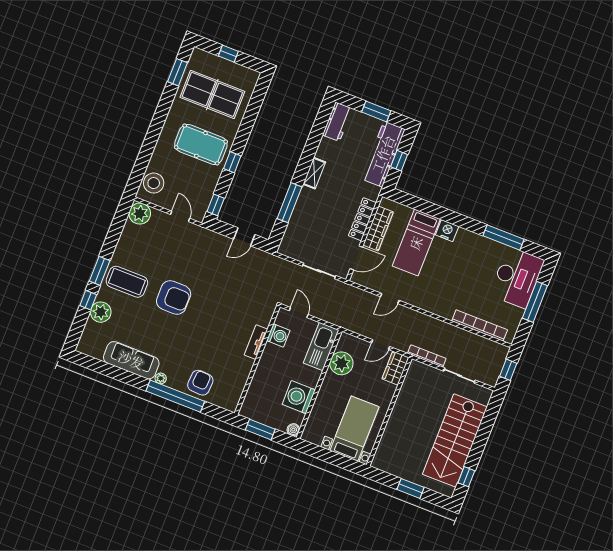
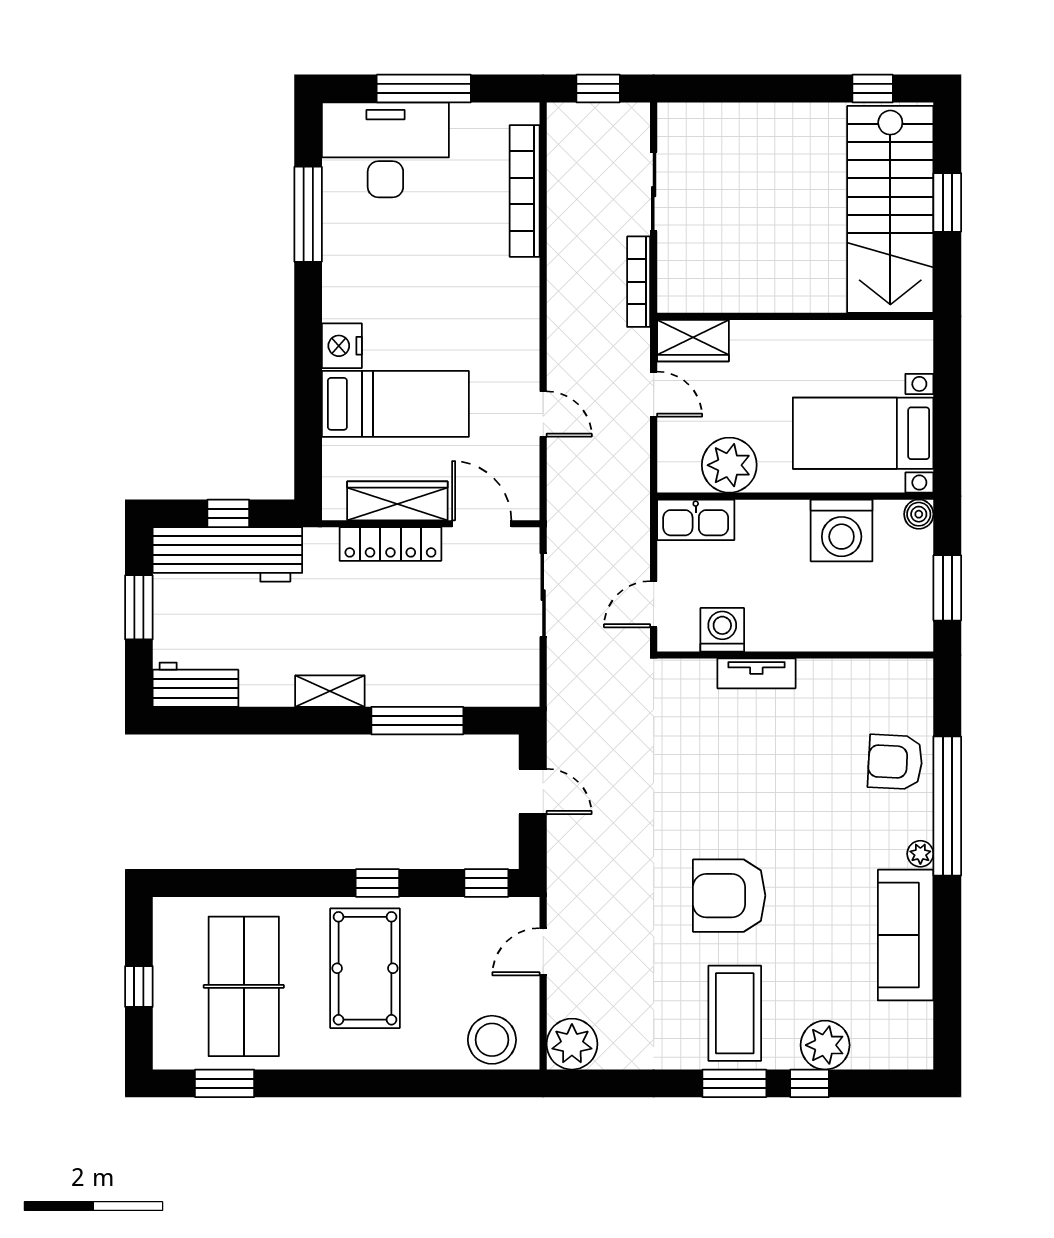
armchair: (174, 297) -> (729, 896), turned -90
kitchen sink: (321, 347) -> (696, 520), width x0.73, depth x0.81
bed with nightstands: (354, 429) -> (863, 433), moved
stairs: (455, 441) -> (890, 209), moved, turned 90

